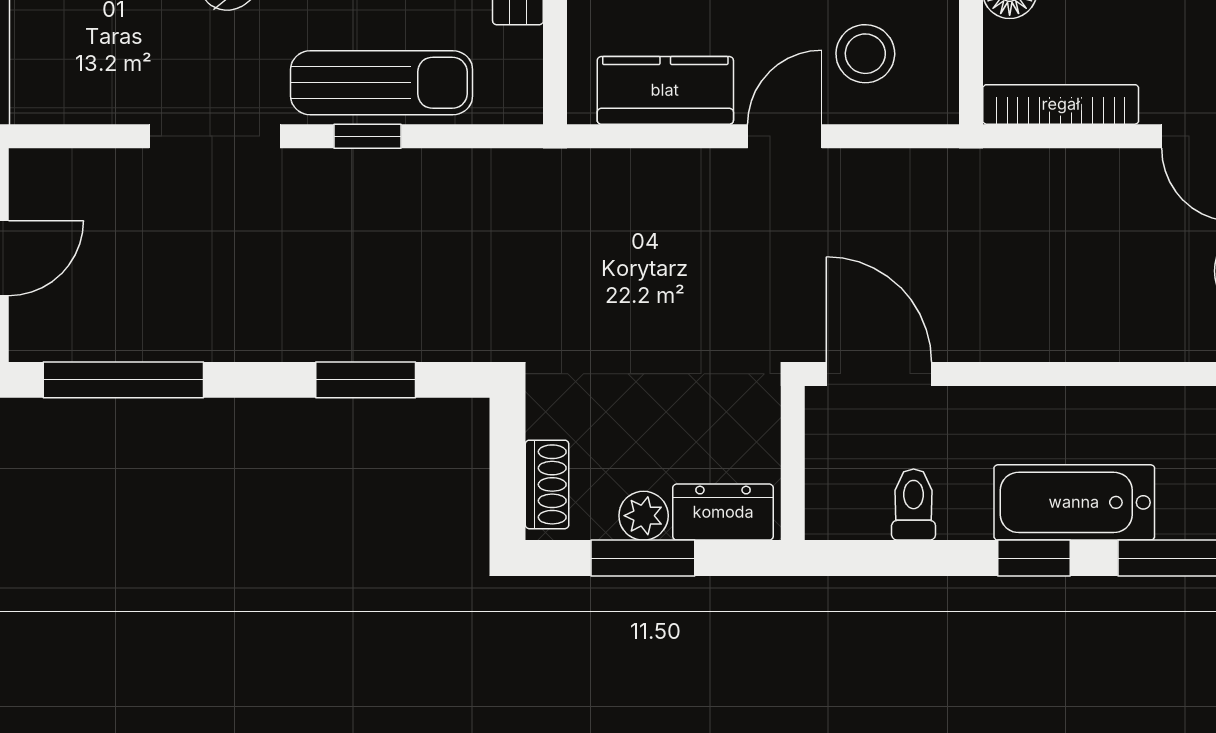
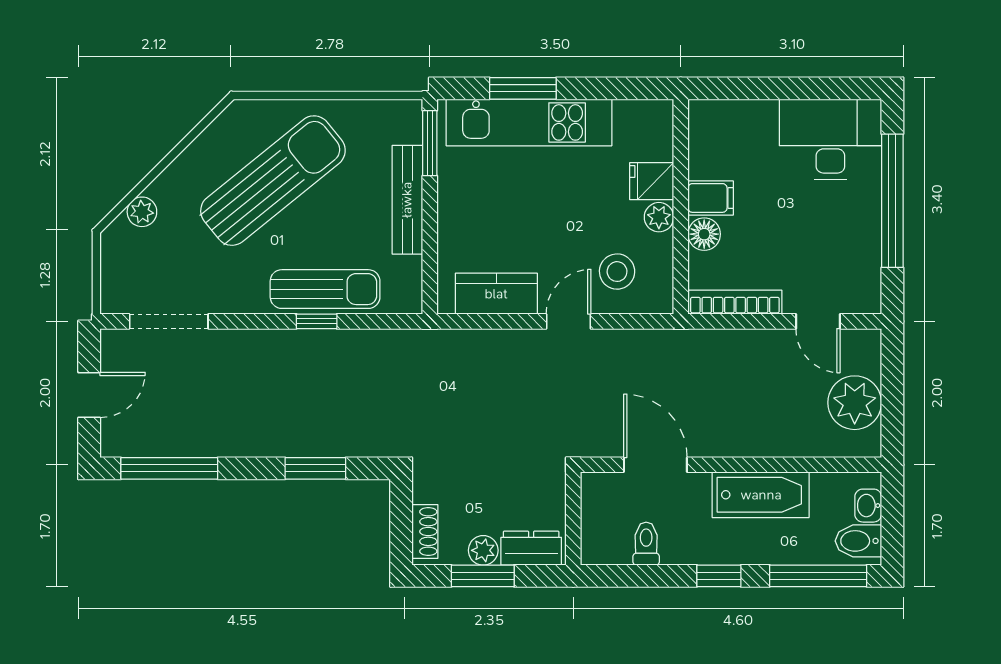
doorway: (215, 136) -> (169, 321), moved
door: (879, 374) -> (655, 465), moved
bathtub: (1074, 502) -> (761, 495), moved, turned 180

